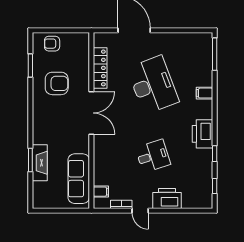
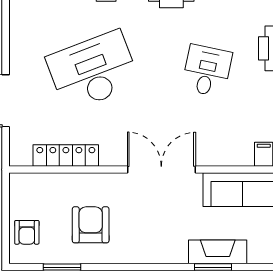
double door: (91, 113) -> (161, 169), moved
desk: (153, 156) -> (207, 71), turned 30

